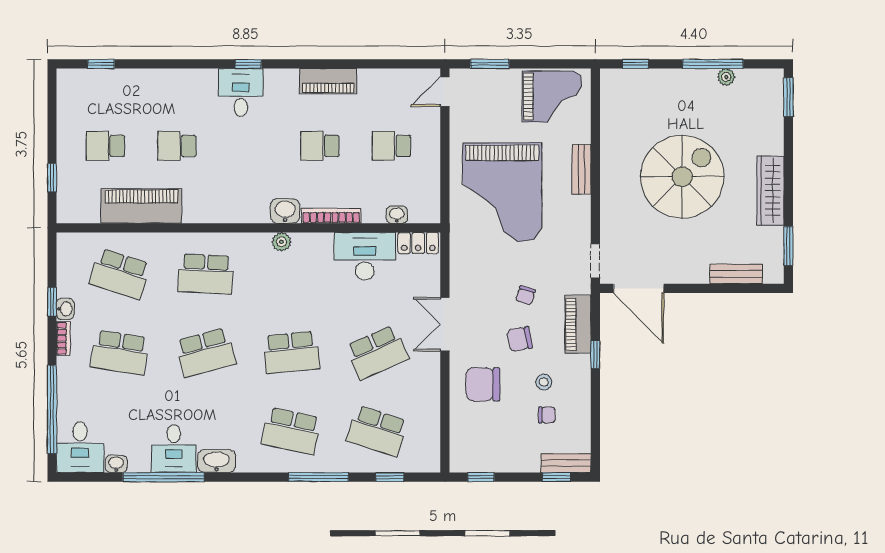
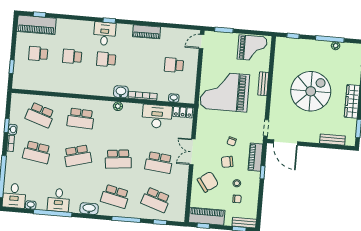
school desk: (320, 146) -> (106, 59), moved
grand piano: (502, 192) -> (225, 92), turned 90
piano: (141, 206) -> (36, 25), moved, turned 180
school desk: (377, 352) -> (159, 163), turned 30
chair: (483, 384) -> (208, 182), turned 144
piano: (487, 456) -> (207, 216), added
washbasin: (217, 461) -> (89, 209), moved

